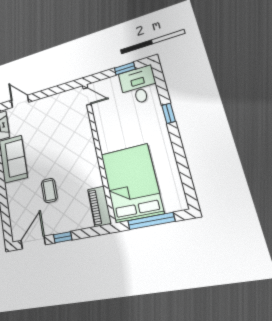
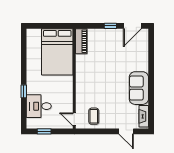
desk: (139, 85) -> (39, 106), moved, turned 90
coffee table: (49, 190) -> (94, 116), moved
window: (151, 221) -> (51, 26), removed

